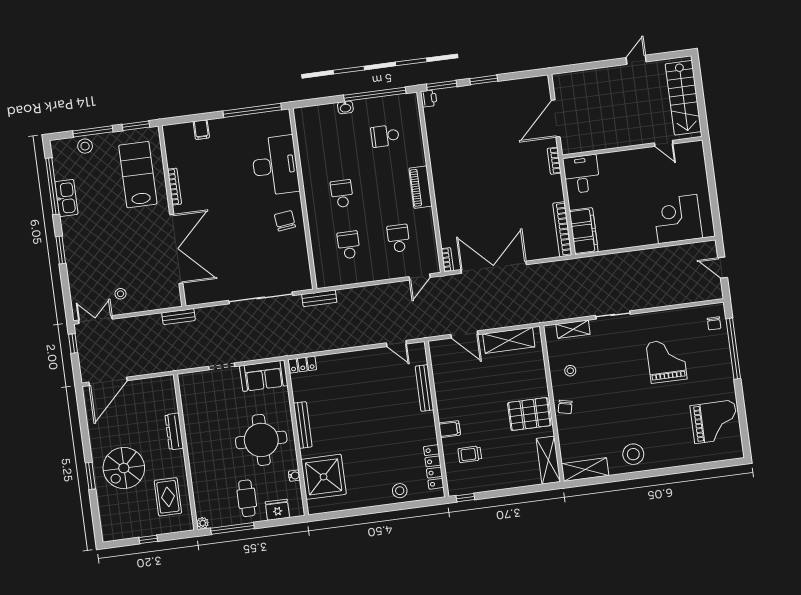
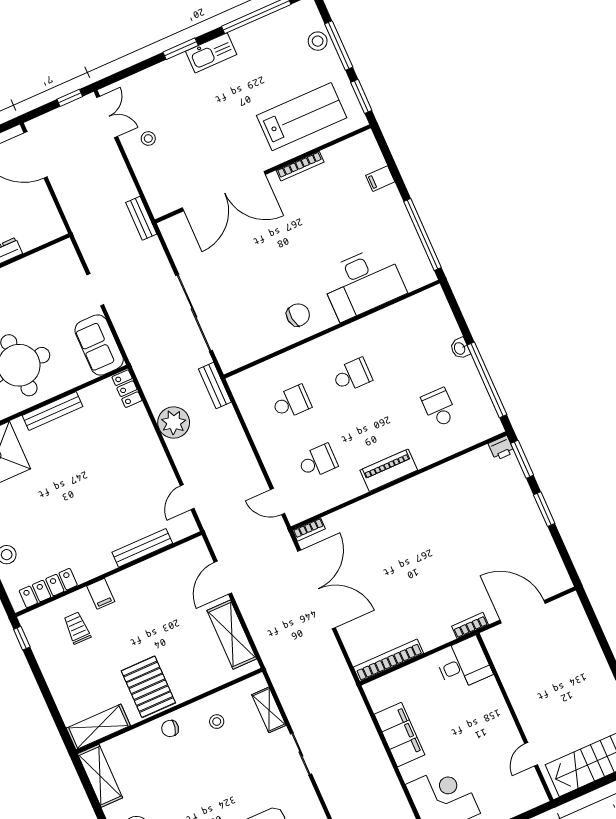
kitchen sink: (66, 198) -> (211, 53), moved
filing cabinet: (584, 231) -> (399, 735), moved, turned -90
plant: (338, 337) -> (174, 423), added

